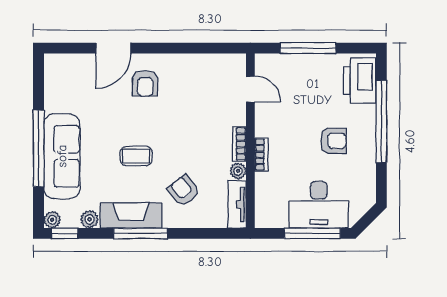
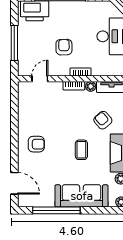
door: (113, 48) -> (14, 183), moved
armchair: (333, 141) -> (64, 47), moved
window: (39, 148) -> (56, 210), moved
armchair: (184, 191) -> (103, 120), turned 88

